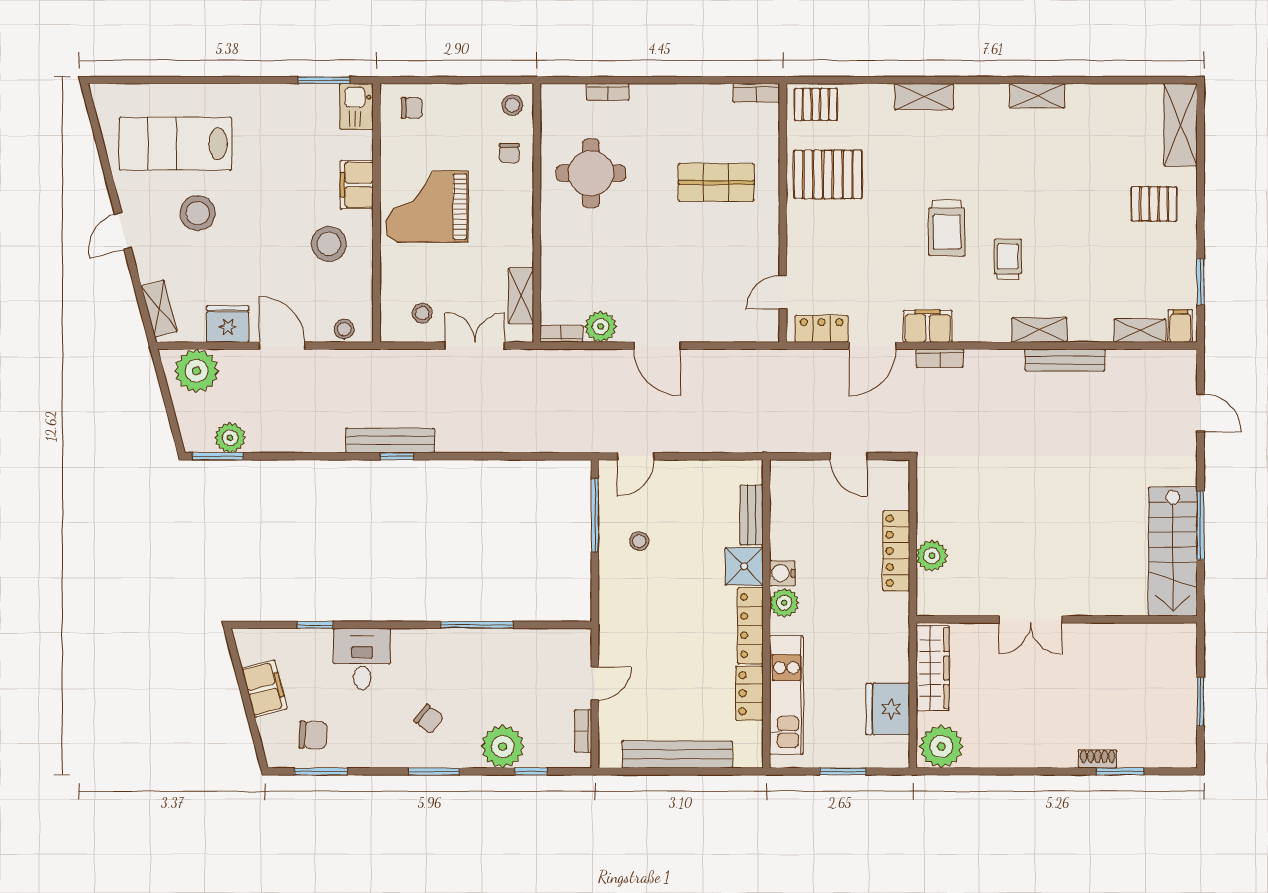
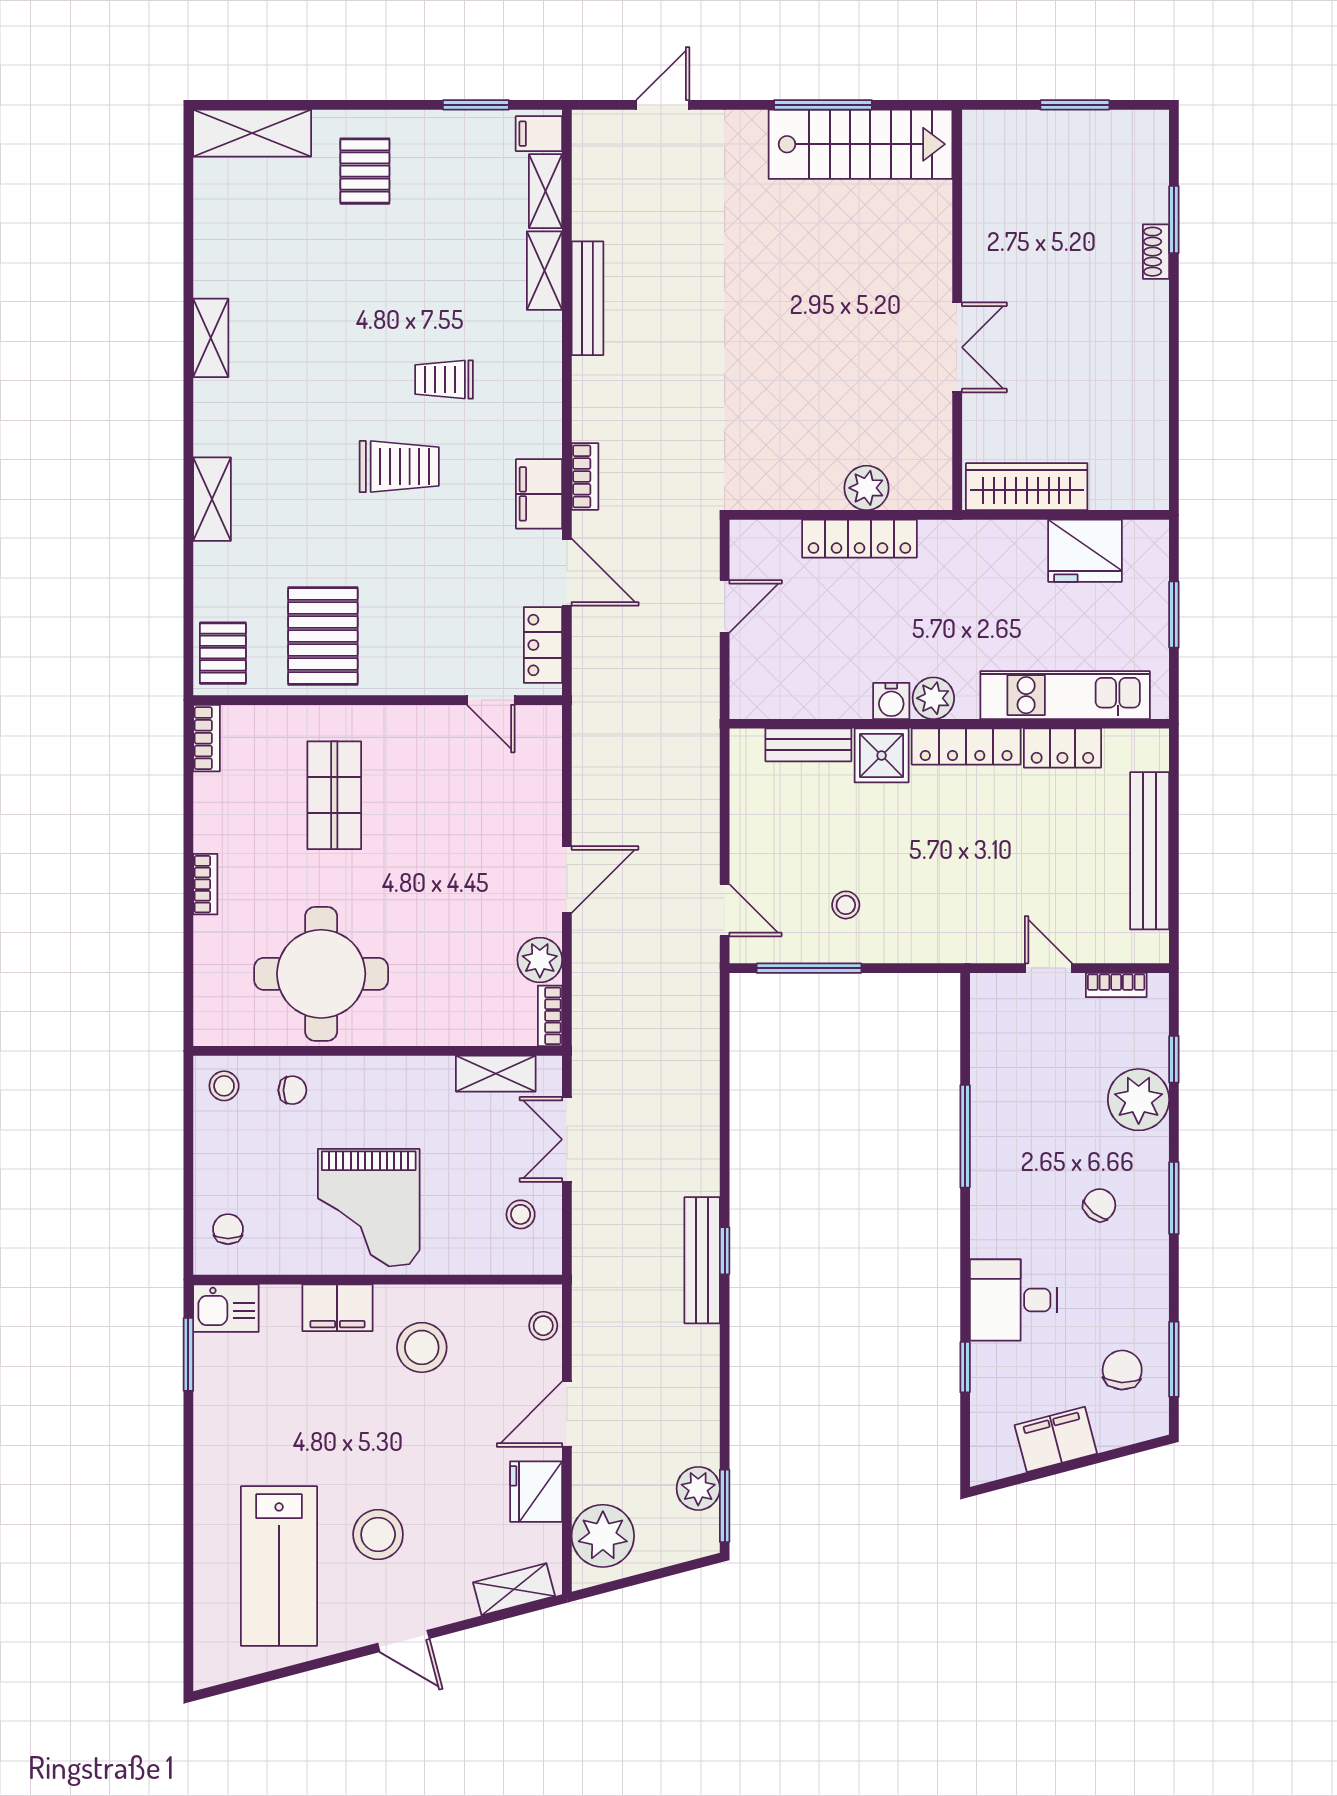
bookcase: (608, 92) -> (205, 884), moved
round table: (591, 173) -> (321, 974), width x1.36, depth x1.36
shelving: (1039, 330) -> (544, 271), moved
plant: (941, 746) -> (1138, 474), removed

